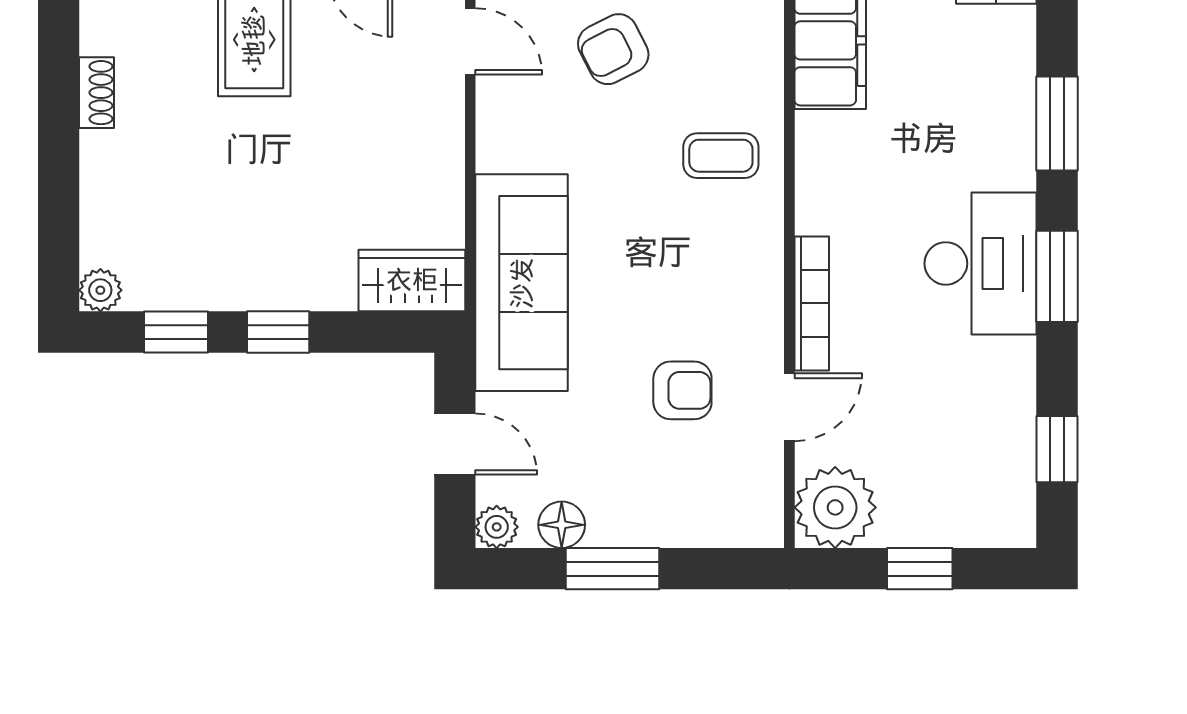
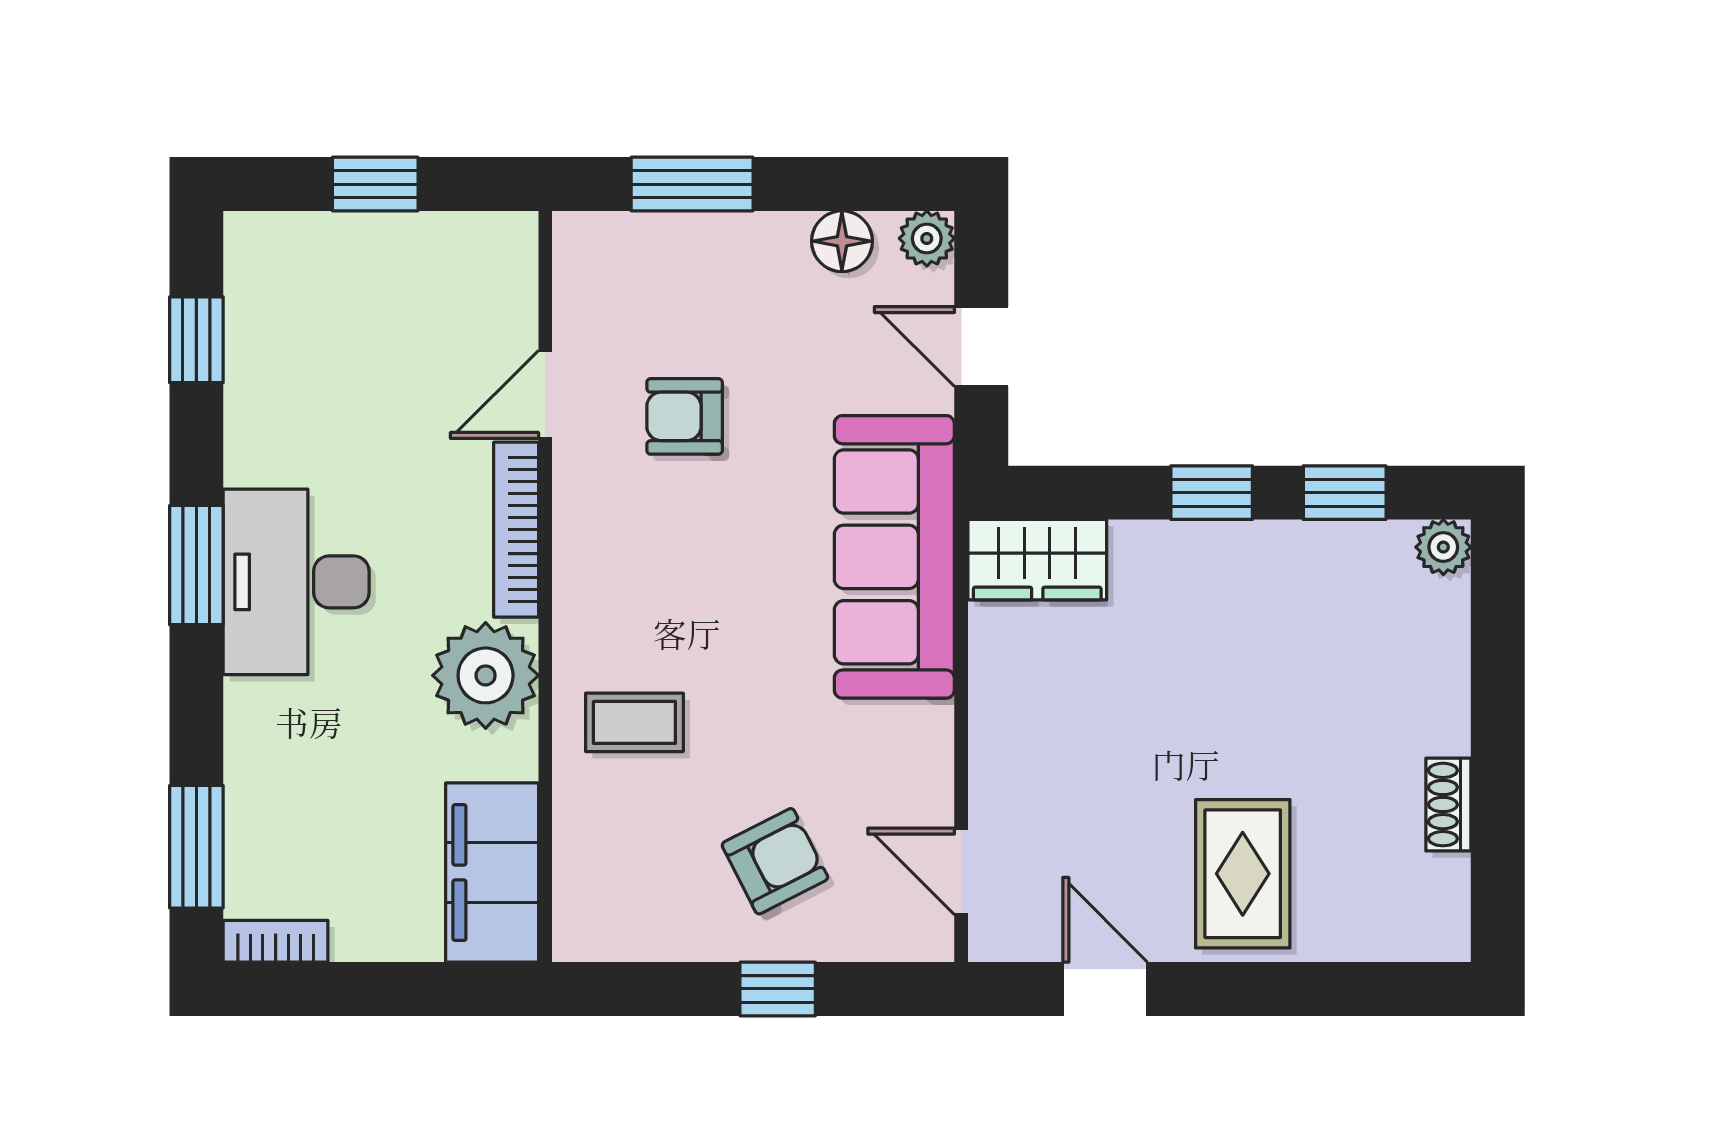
window: (1057, 124) -> (196, 847), moved
plant: (835, 507) -> (486, 675), moved
window: (612, 569) -> (692, 184), moved

